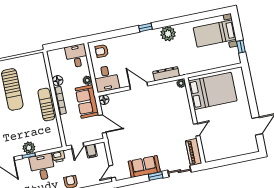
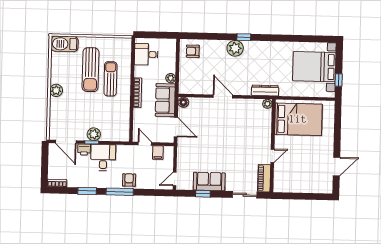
plant: (168, 34) -> (235, 48), moved
bed with nightstands: (215, 34) -> (314, 67), width x1.36
desk: (76, 56) -> (146, 54), moved, turned -90
dresser: (166, 74) -> (265, 91), moved
desk: (106, 79) -> (191, 81), removed
floor lamp: (58, 81) -> (140, 71), removed
sun lounger: (46, 104) -> (110, 79), moved
door: (77, 146) -> (145, 144), swing flipped
printer: (59, 156) -> (84, 150), moved
window: (156, 176) -> (203, 194), moved

